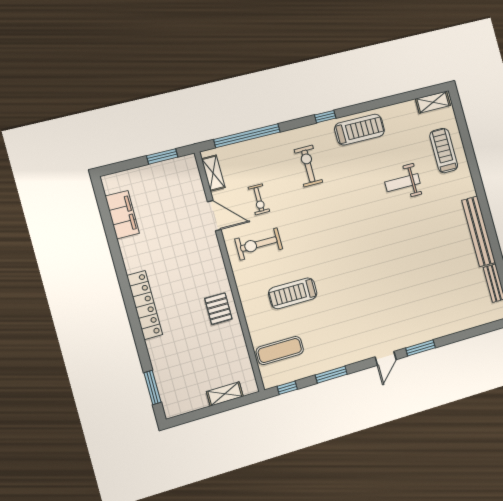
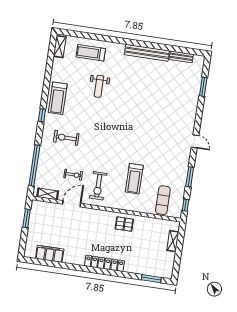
treadmill: (360, 130) -> (58, 98), turned 180
window: (421, 348) -> (203, 87), moved

